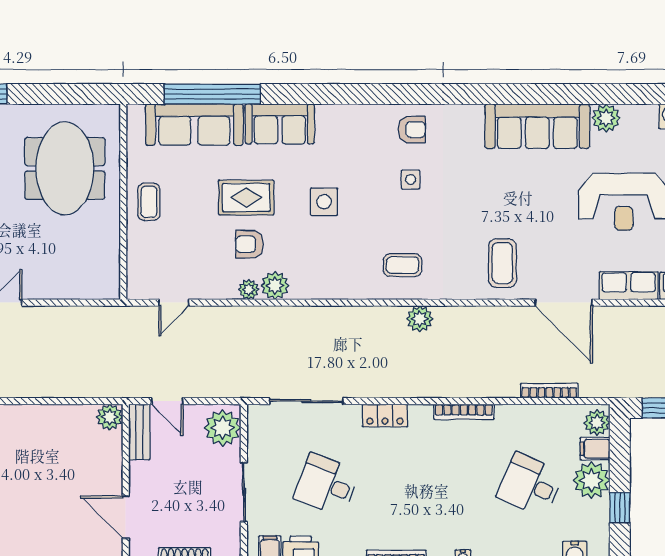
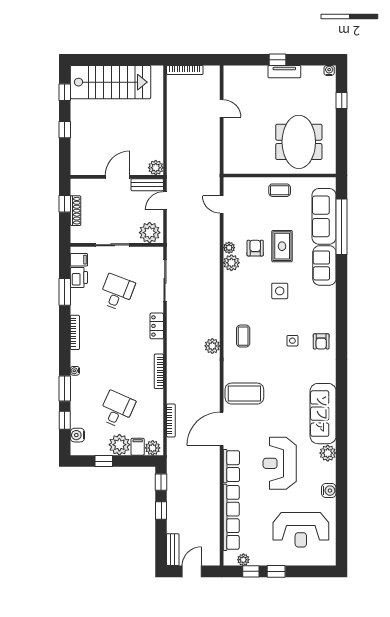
meeting table: (65, 168) -> (299, 142), turned 90
coffee table: (502, 263) -> (244, 394), width x1.36, depth x1.32
door: (126, 517) -> (118, 177), moved

